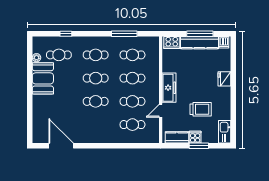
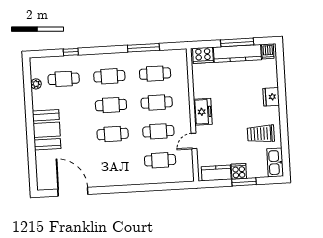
booth: (43, 78) -> (47, 130), moved
freezer: (169, 88) -> (203, 112), width x0.71
trolley: (201, 109) -> (261, 134), moved, turned 180

